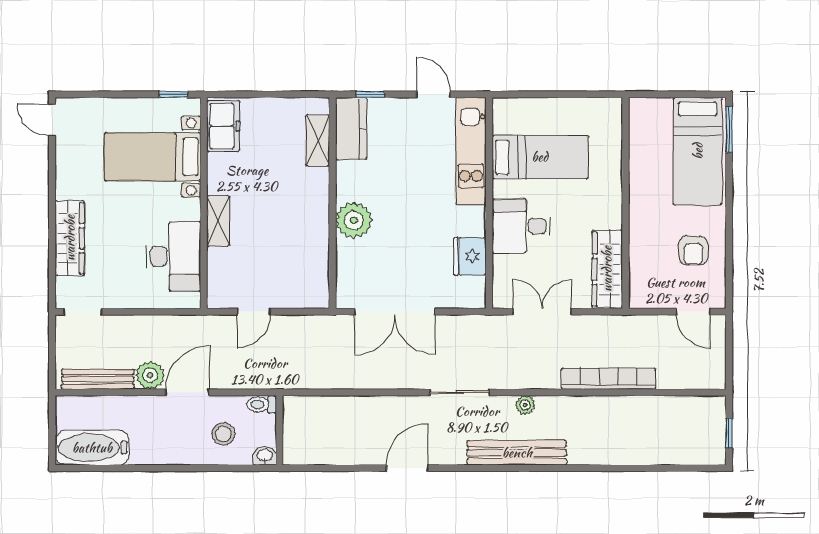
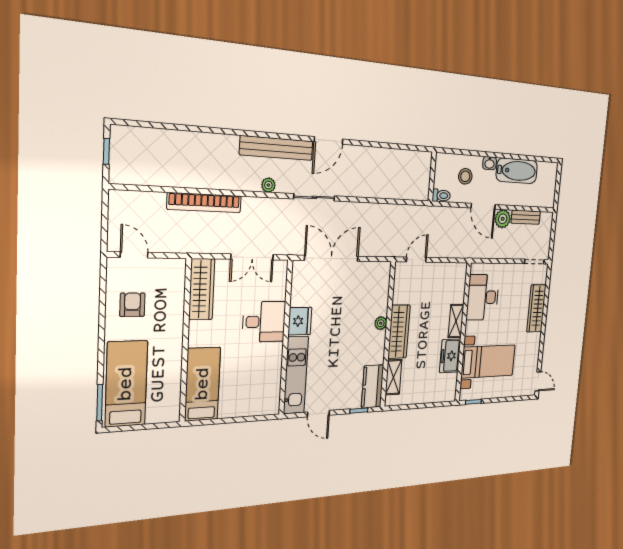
freezer: (223, 126) -> (450, 356), moved
bed: (540, 157) -> (203, 384), moved, turned 90
wardrobe: (314, 207) -> (399, 332), added
plant: (354, 220) -> (381, 323), width x0.53, depth x0.53
fridge: (470, 256) -> (300, 321), moved
door: (254, 312) -> (416, 260), moved
double door: (395, 312) -> (331, 258), moved
bench: (98, 379) -> (526, 217), width x0.73
door: (187, 392) -> (483, 206), hinge flipped
bathtub: (92, 448) -> (517, 171), moved
washbasin: (265, 456) -> (490, 163), moved
door: (407, 468) -> (329, 140), moved

